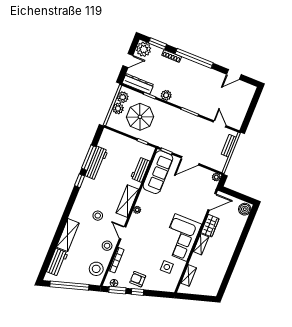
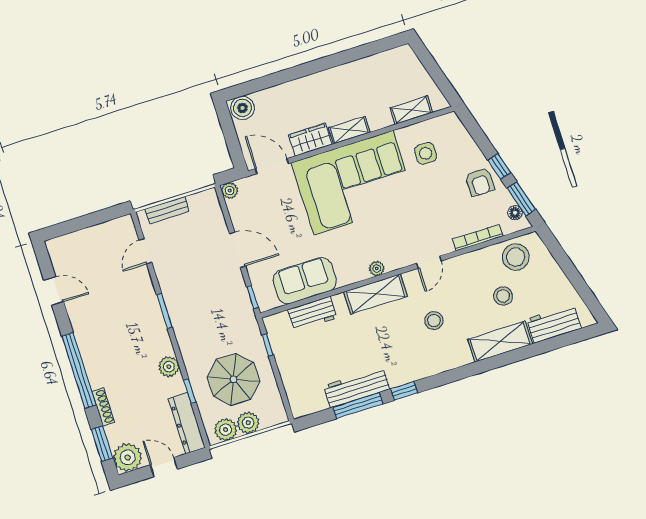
sofa: (158, 172) -> (305, 281), width x0.73
corner sofa: (181, 237) -> (353, 183), width x1.36, depth x1.36
stool: (107, 246) -> (503, 296), moved
window: (69, 286) -> (574, 276), removed

